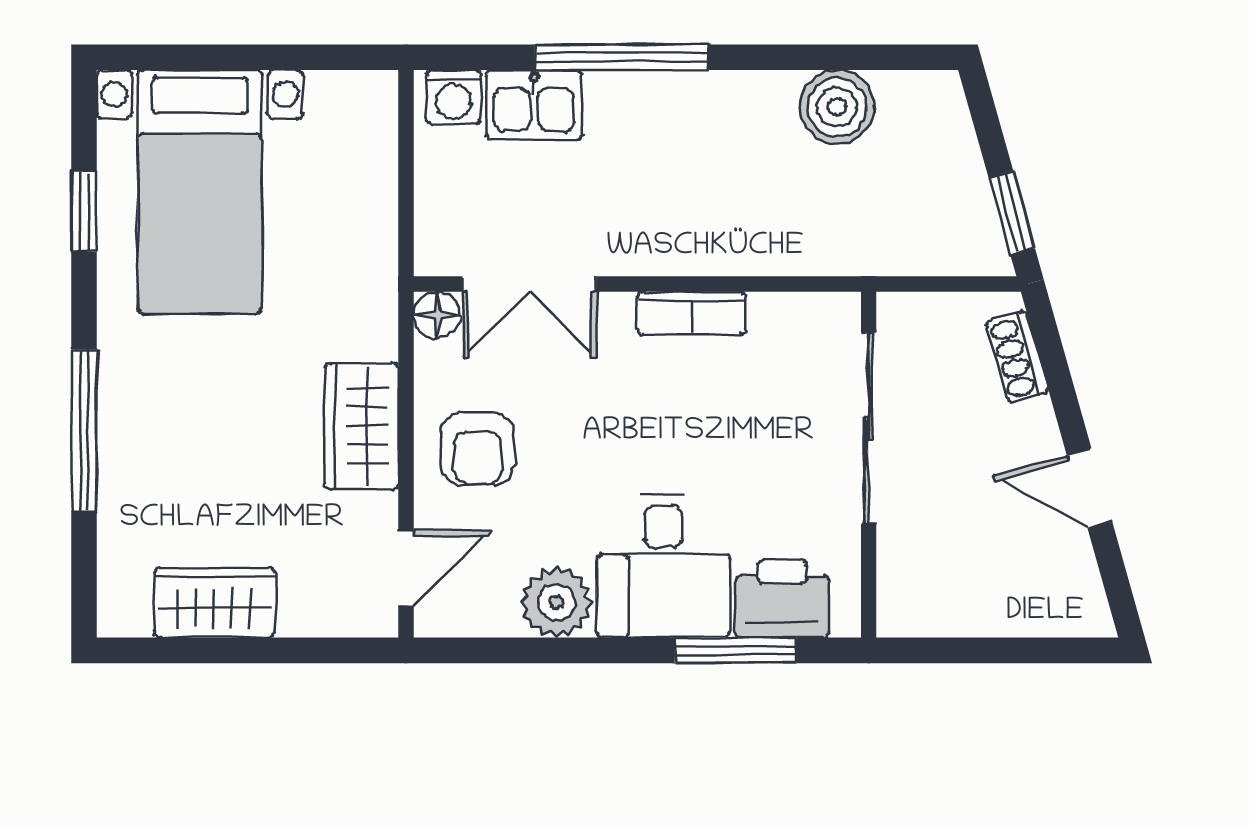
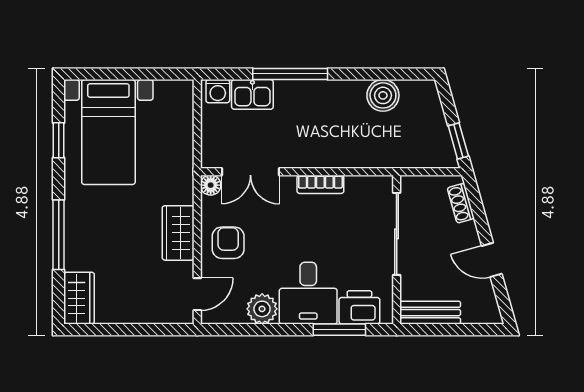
armchair: (478, 449) -> (228, 243), turned 180
wardrobe: (214, 603) -> (79, 298), moved, turned 90
bench: (946, 611) -> (430, 313), added

